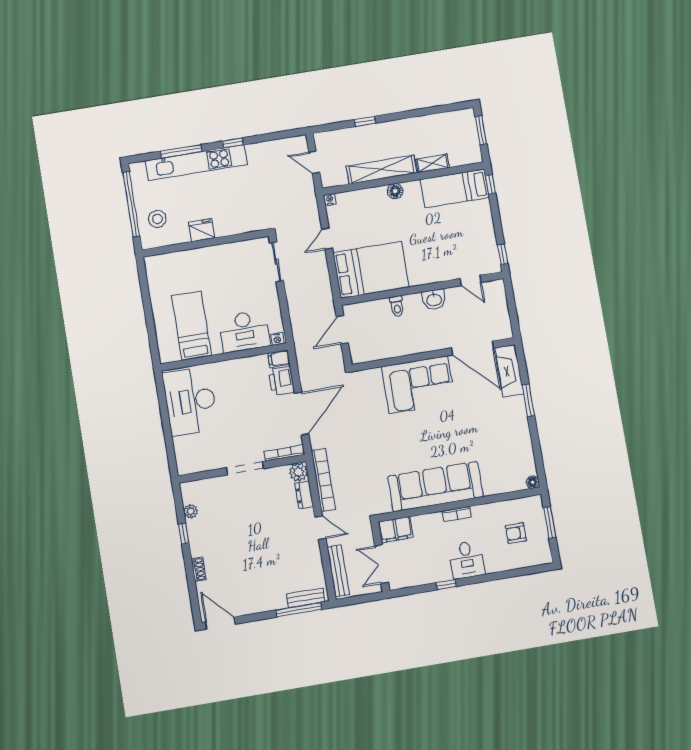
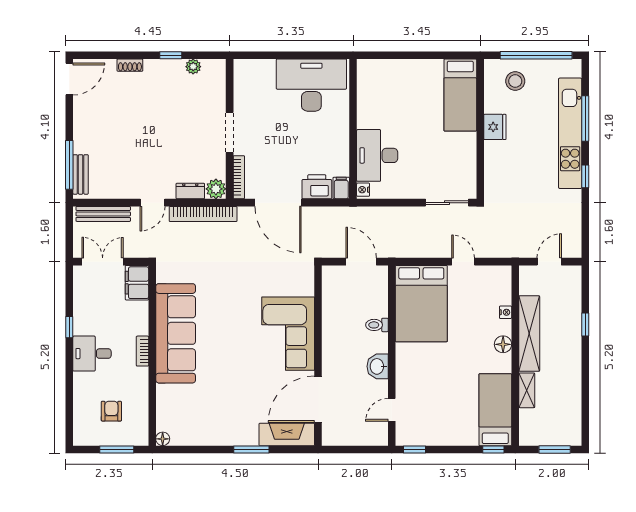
nightstand: (330, 200) -> (506, 312), moved
bed: (192, 326) -> (460, 95), moved, turned 90

